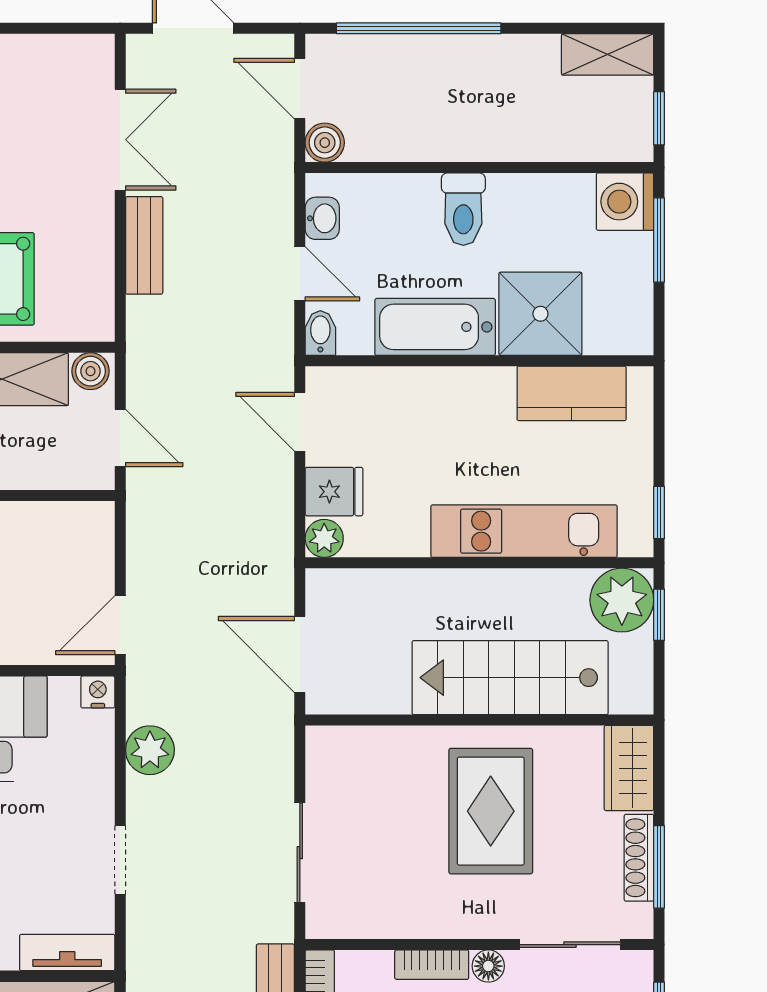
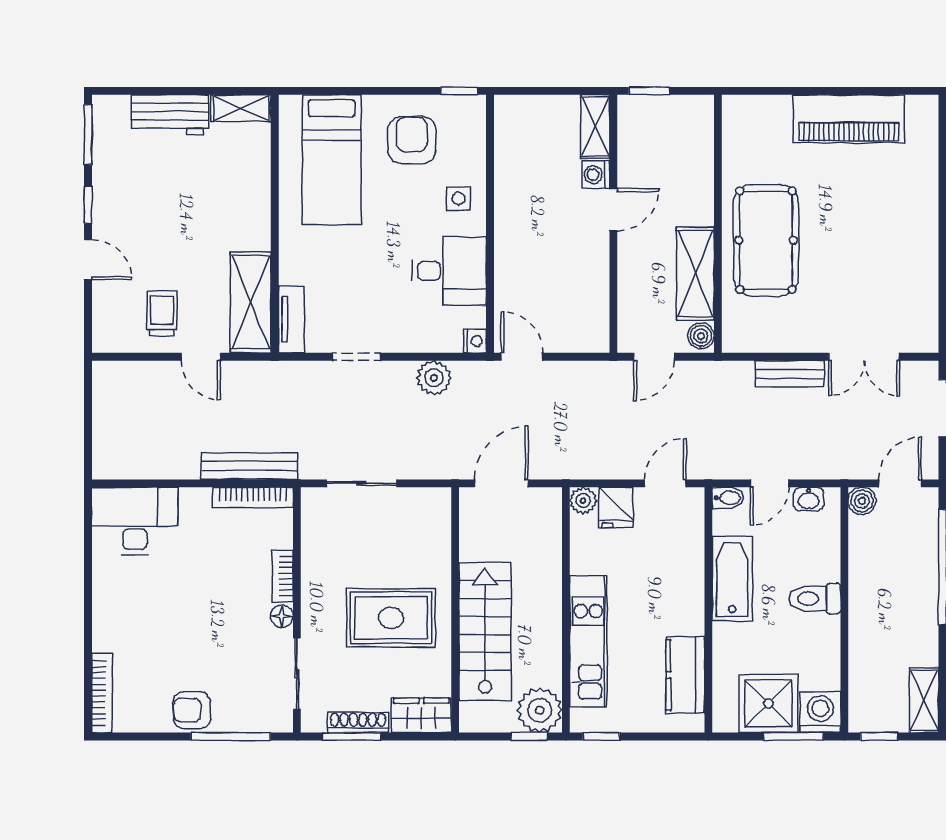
shower: (540, 314) -> (768, 703), moved

